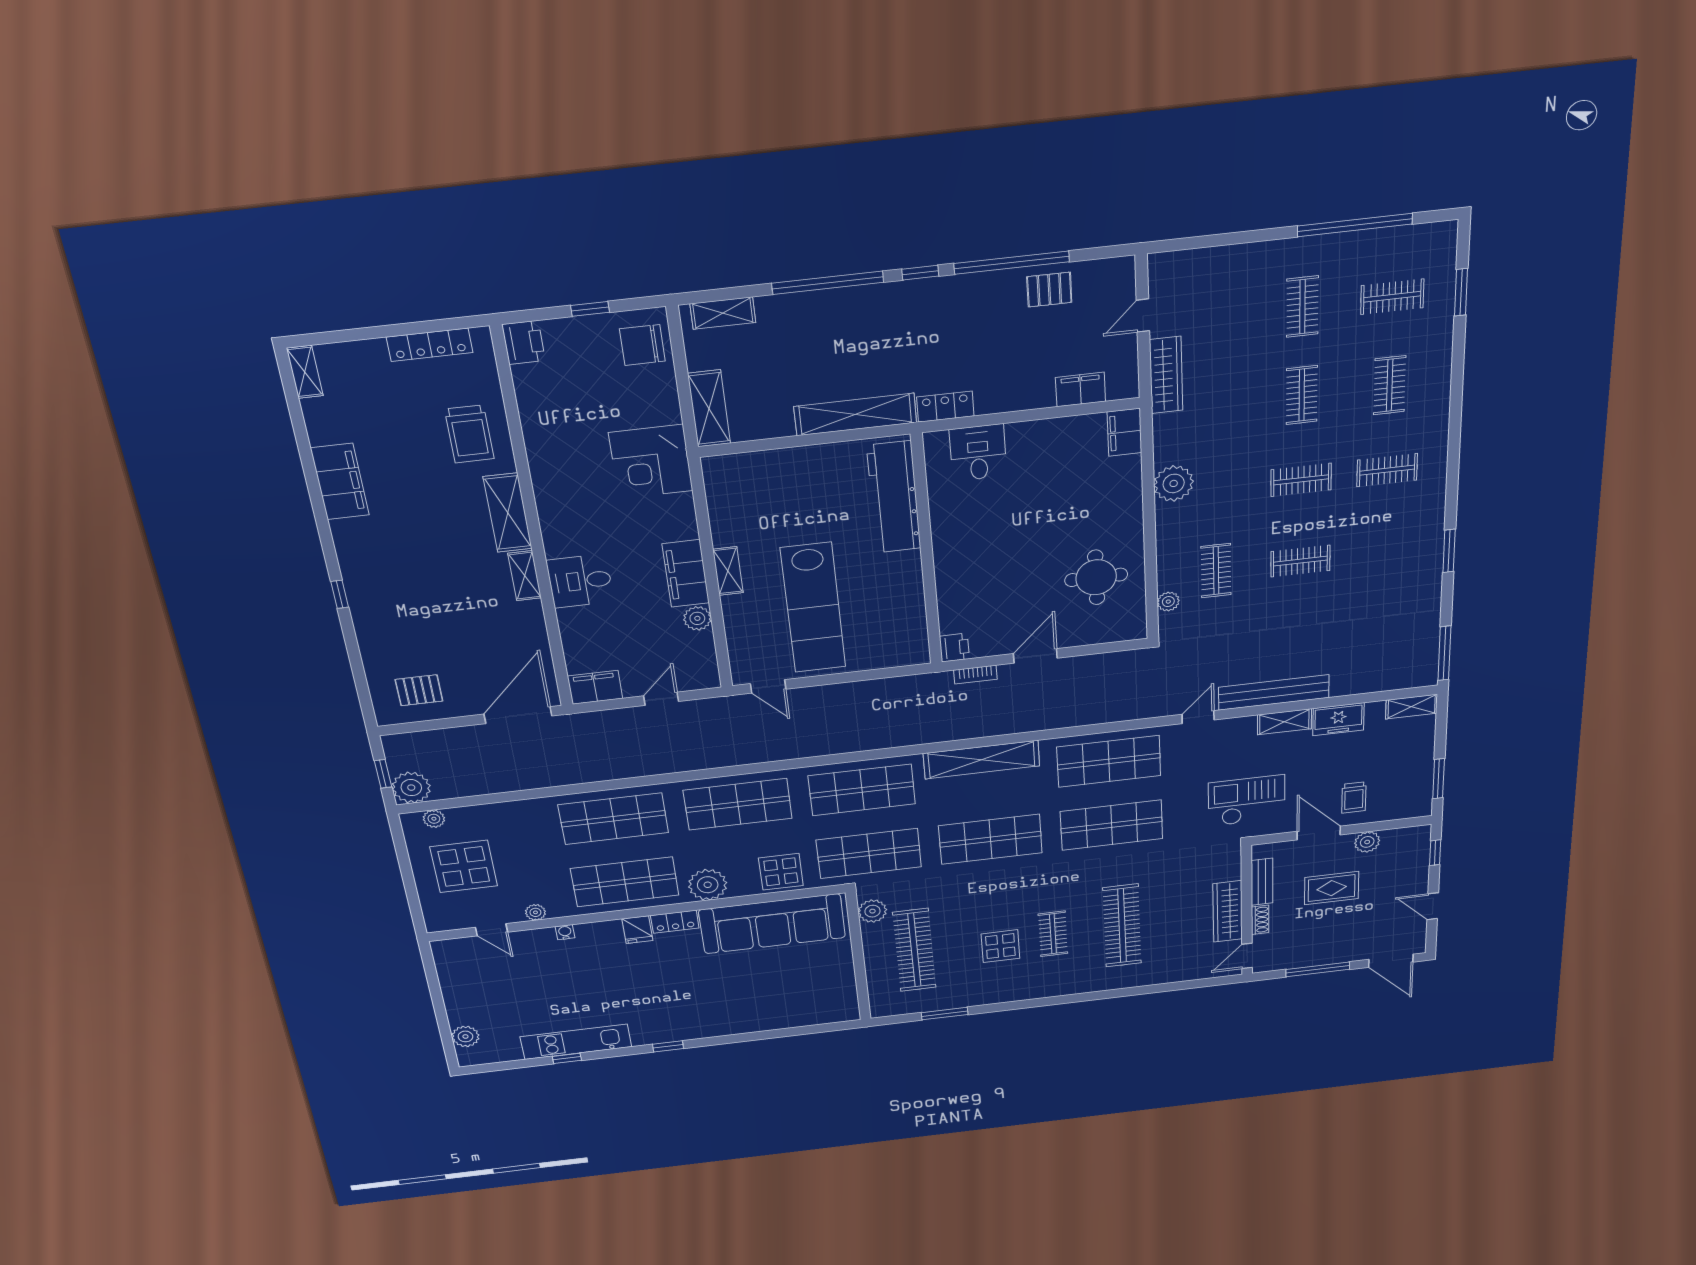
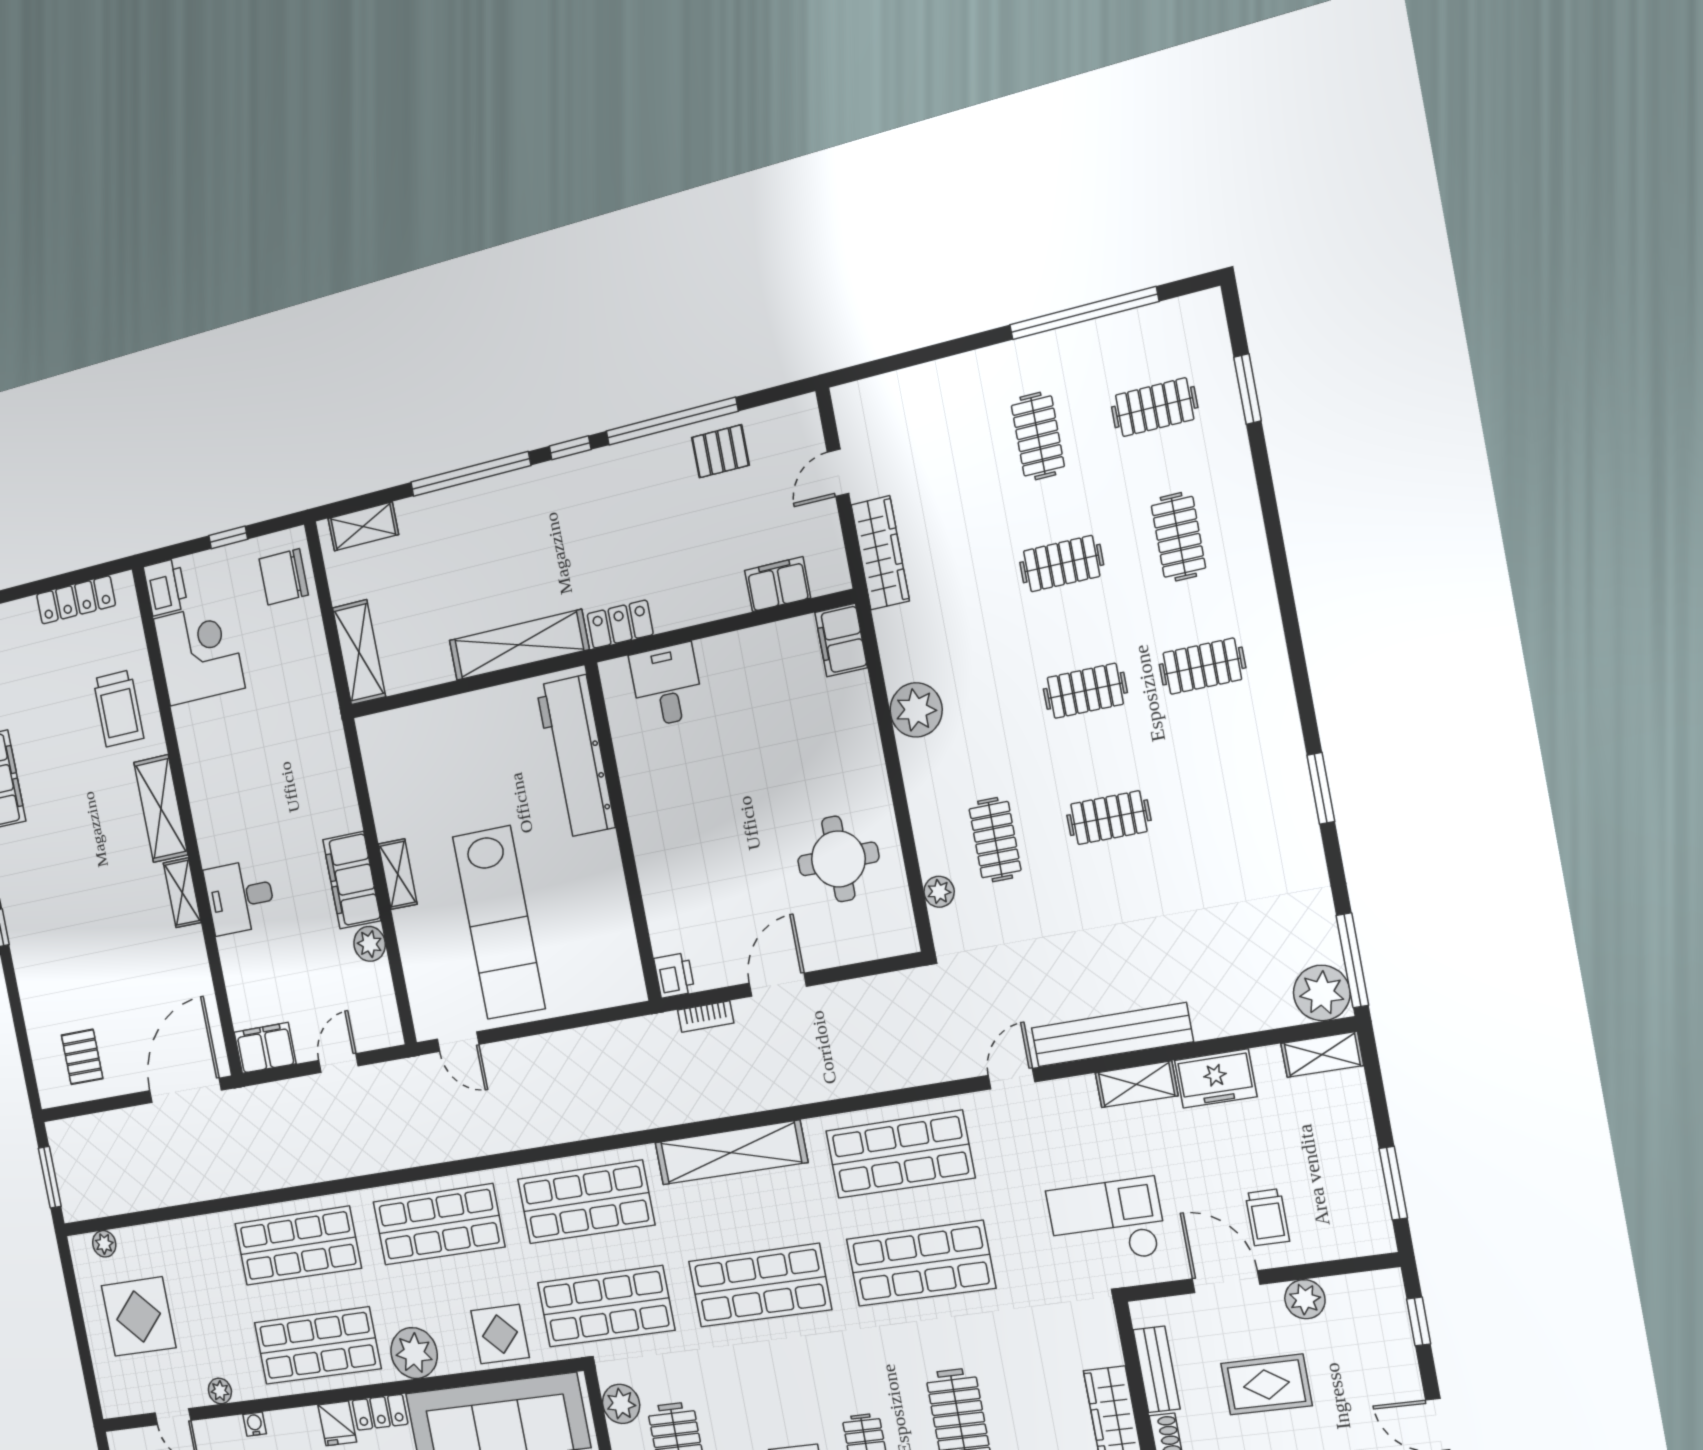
clothes rail: (1302, 395) -> (1062, 564), turned 90
corner desk: (651, 462) -> (199, 653), moved, turned 180
pallet: (419, 690) -> (82, 1057), turned 90
window: (383, 774) -> (50, 1177), width x1.50
plant: (411, 788) -> (1322, 993), moved

